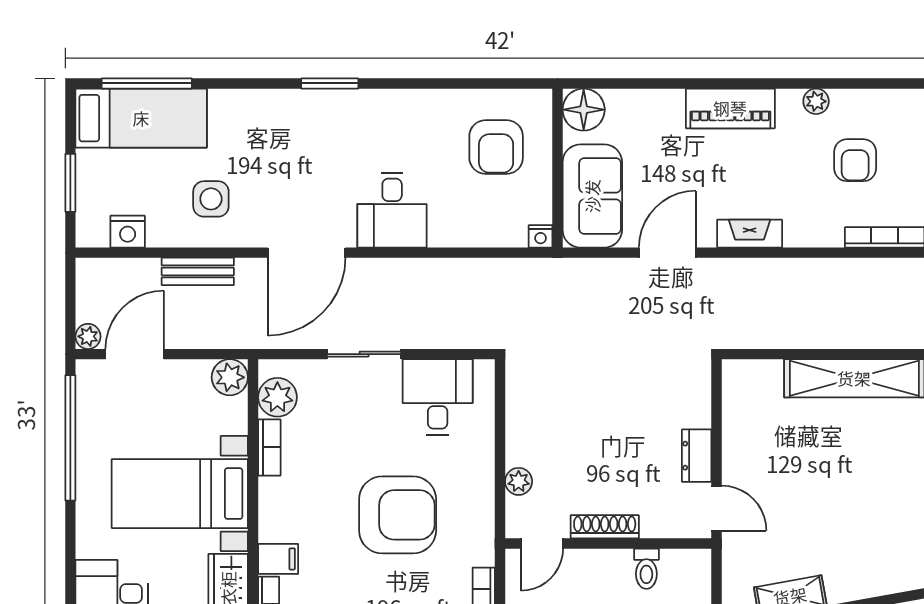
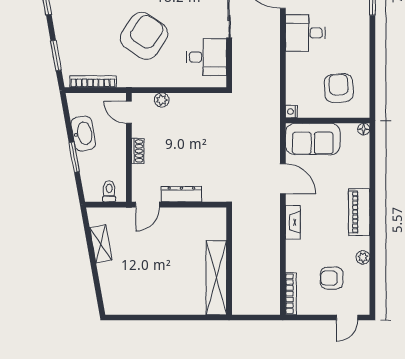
floor lamp: (584, 110) -> (364, 129), width x0.53, depth x0.53
armchair: (496, 147) -> (339, 88), turned 87
dresser: (697, 456) -> (181, 194), width x1.44
armchair: (398, 515) -> (144, 36), turned -146
shoe rack: (605, 527) -> (138, 151), width x0.70
toilet: (646, 569) -> (109, 191), moved, turned 90

